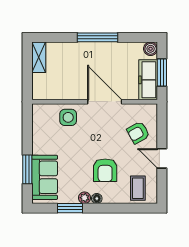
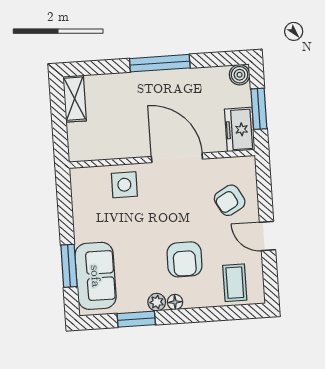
freezer: (148, 80) -> (240, 129), width x0.71

